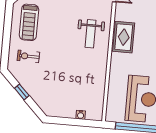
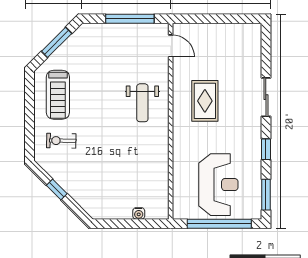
rug: (124, 37) -> (205, 101), moved

